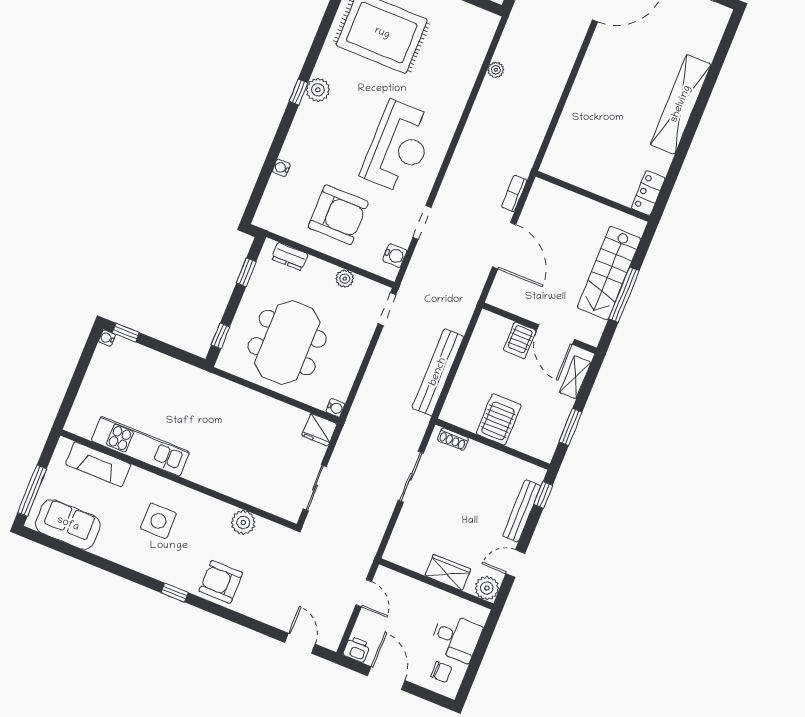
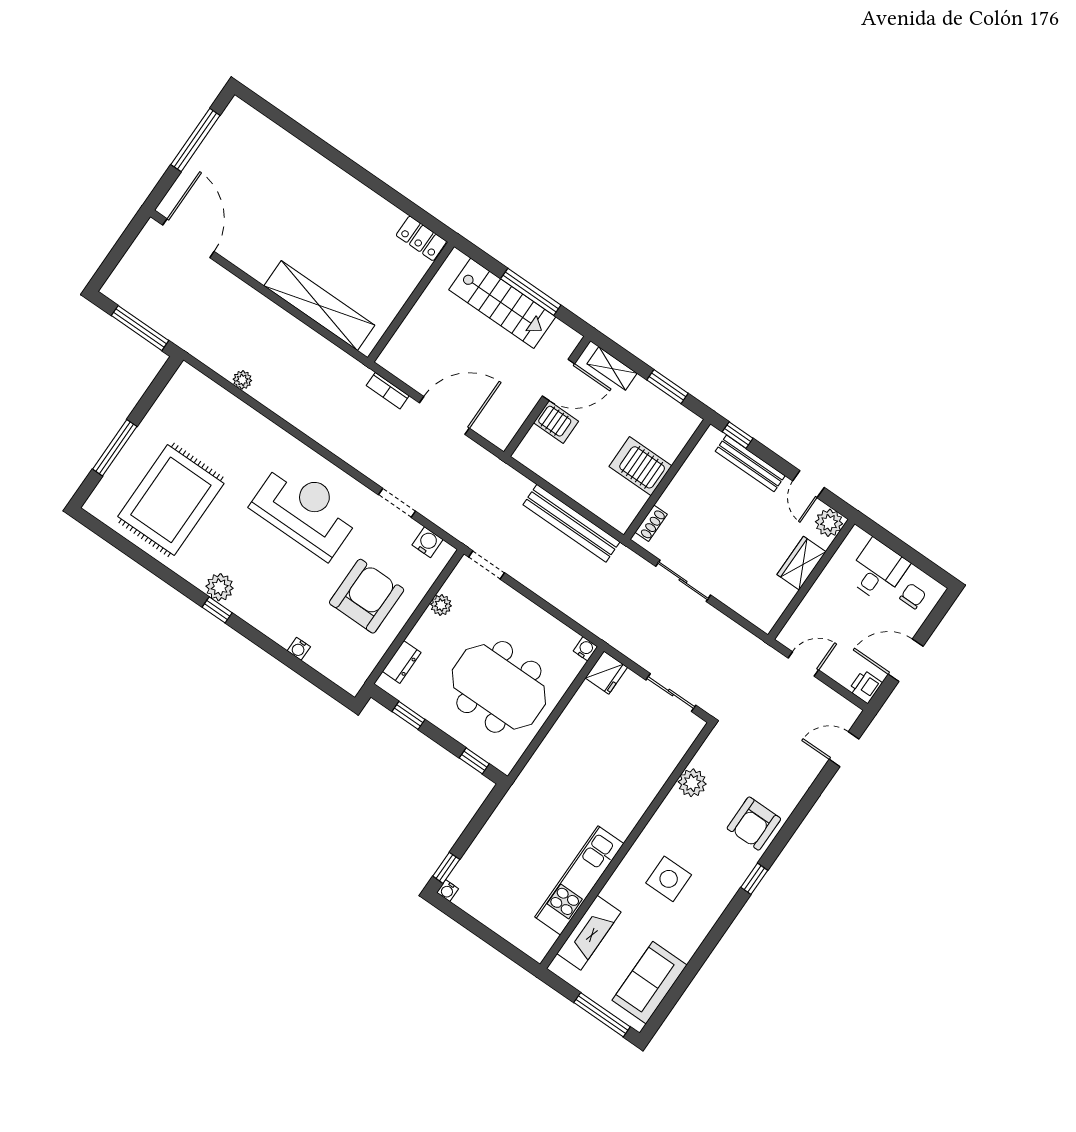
shelving: (681, 104) -> (319, 306), moved

